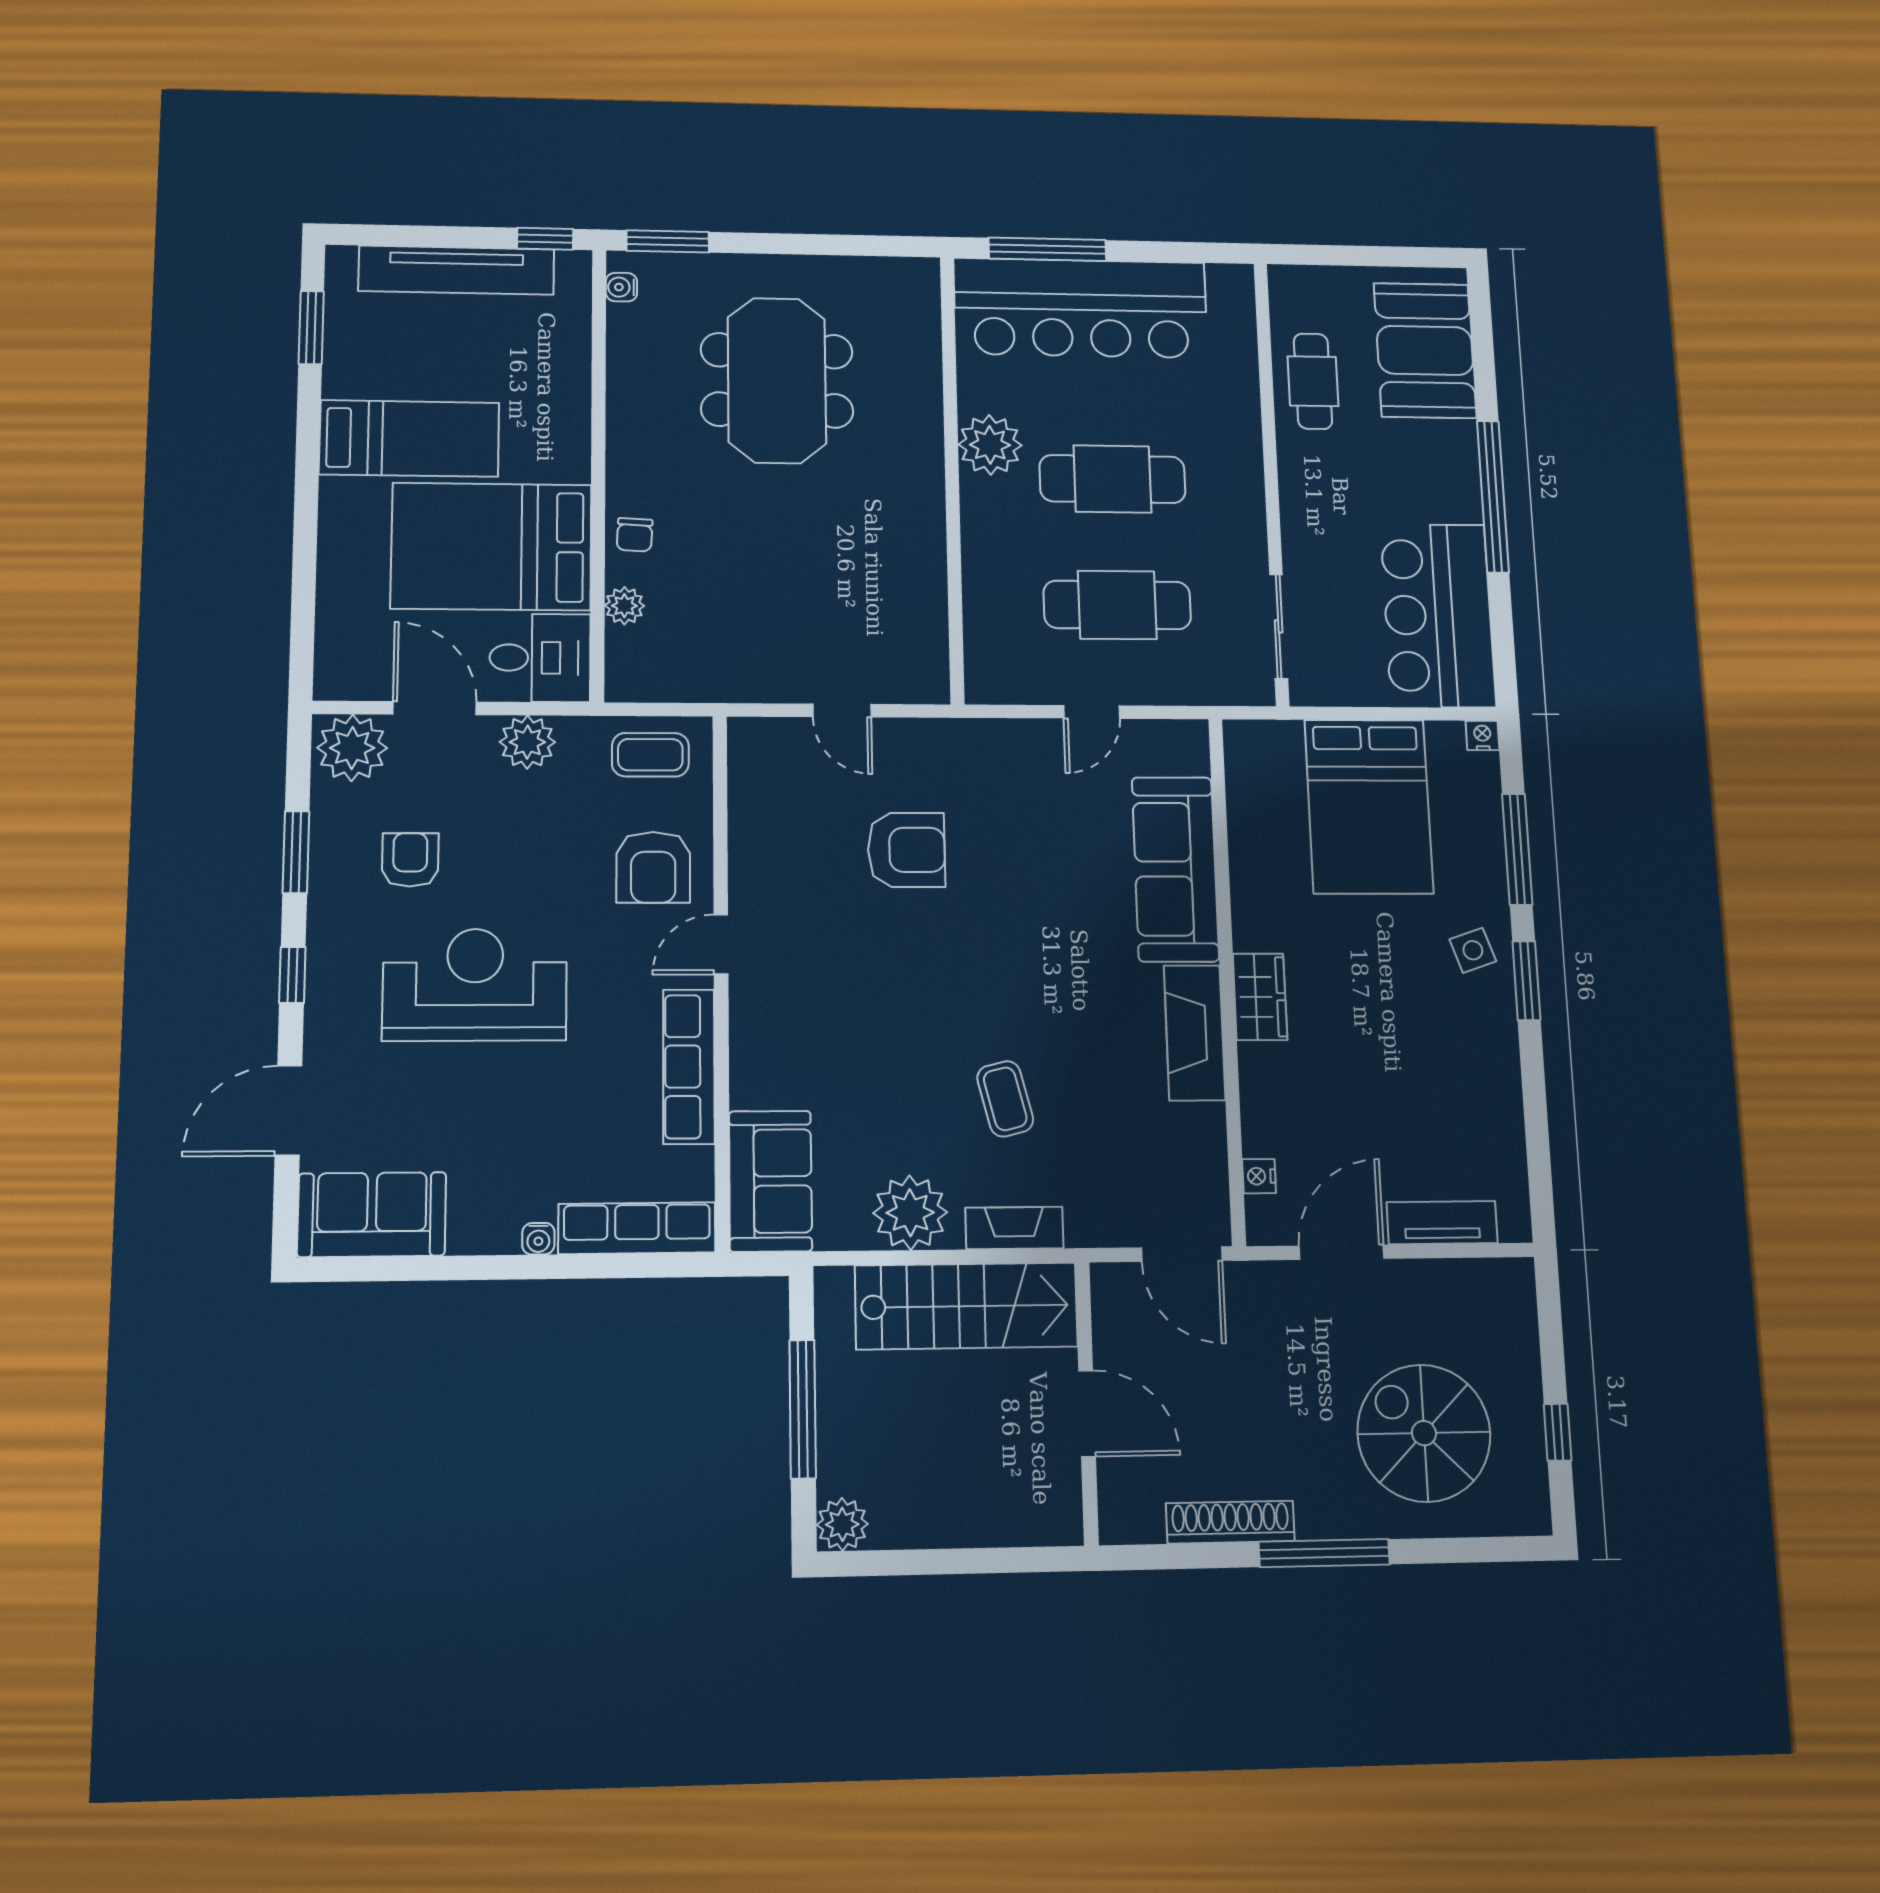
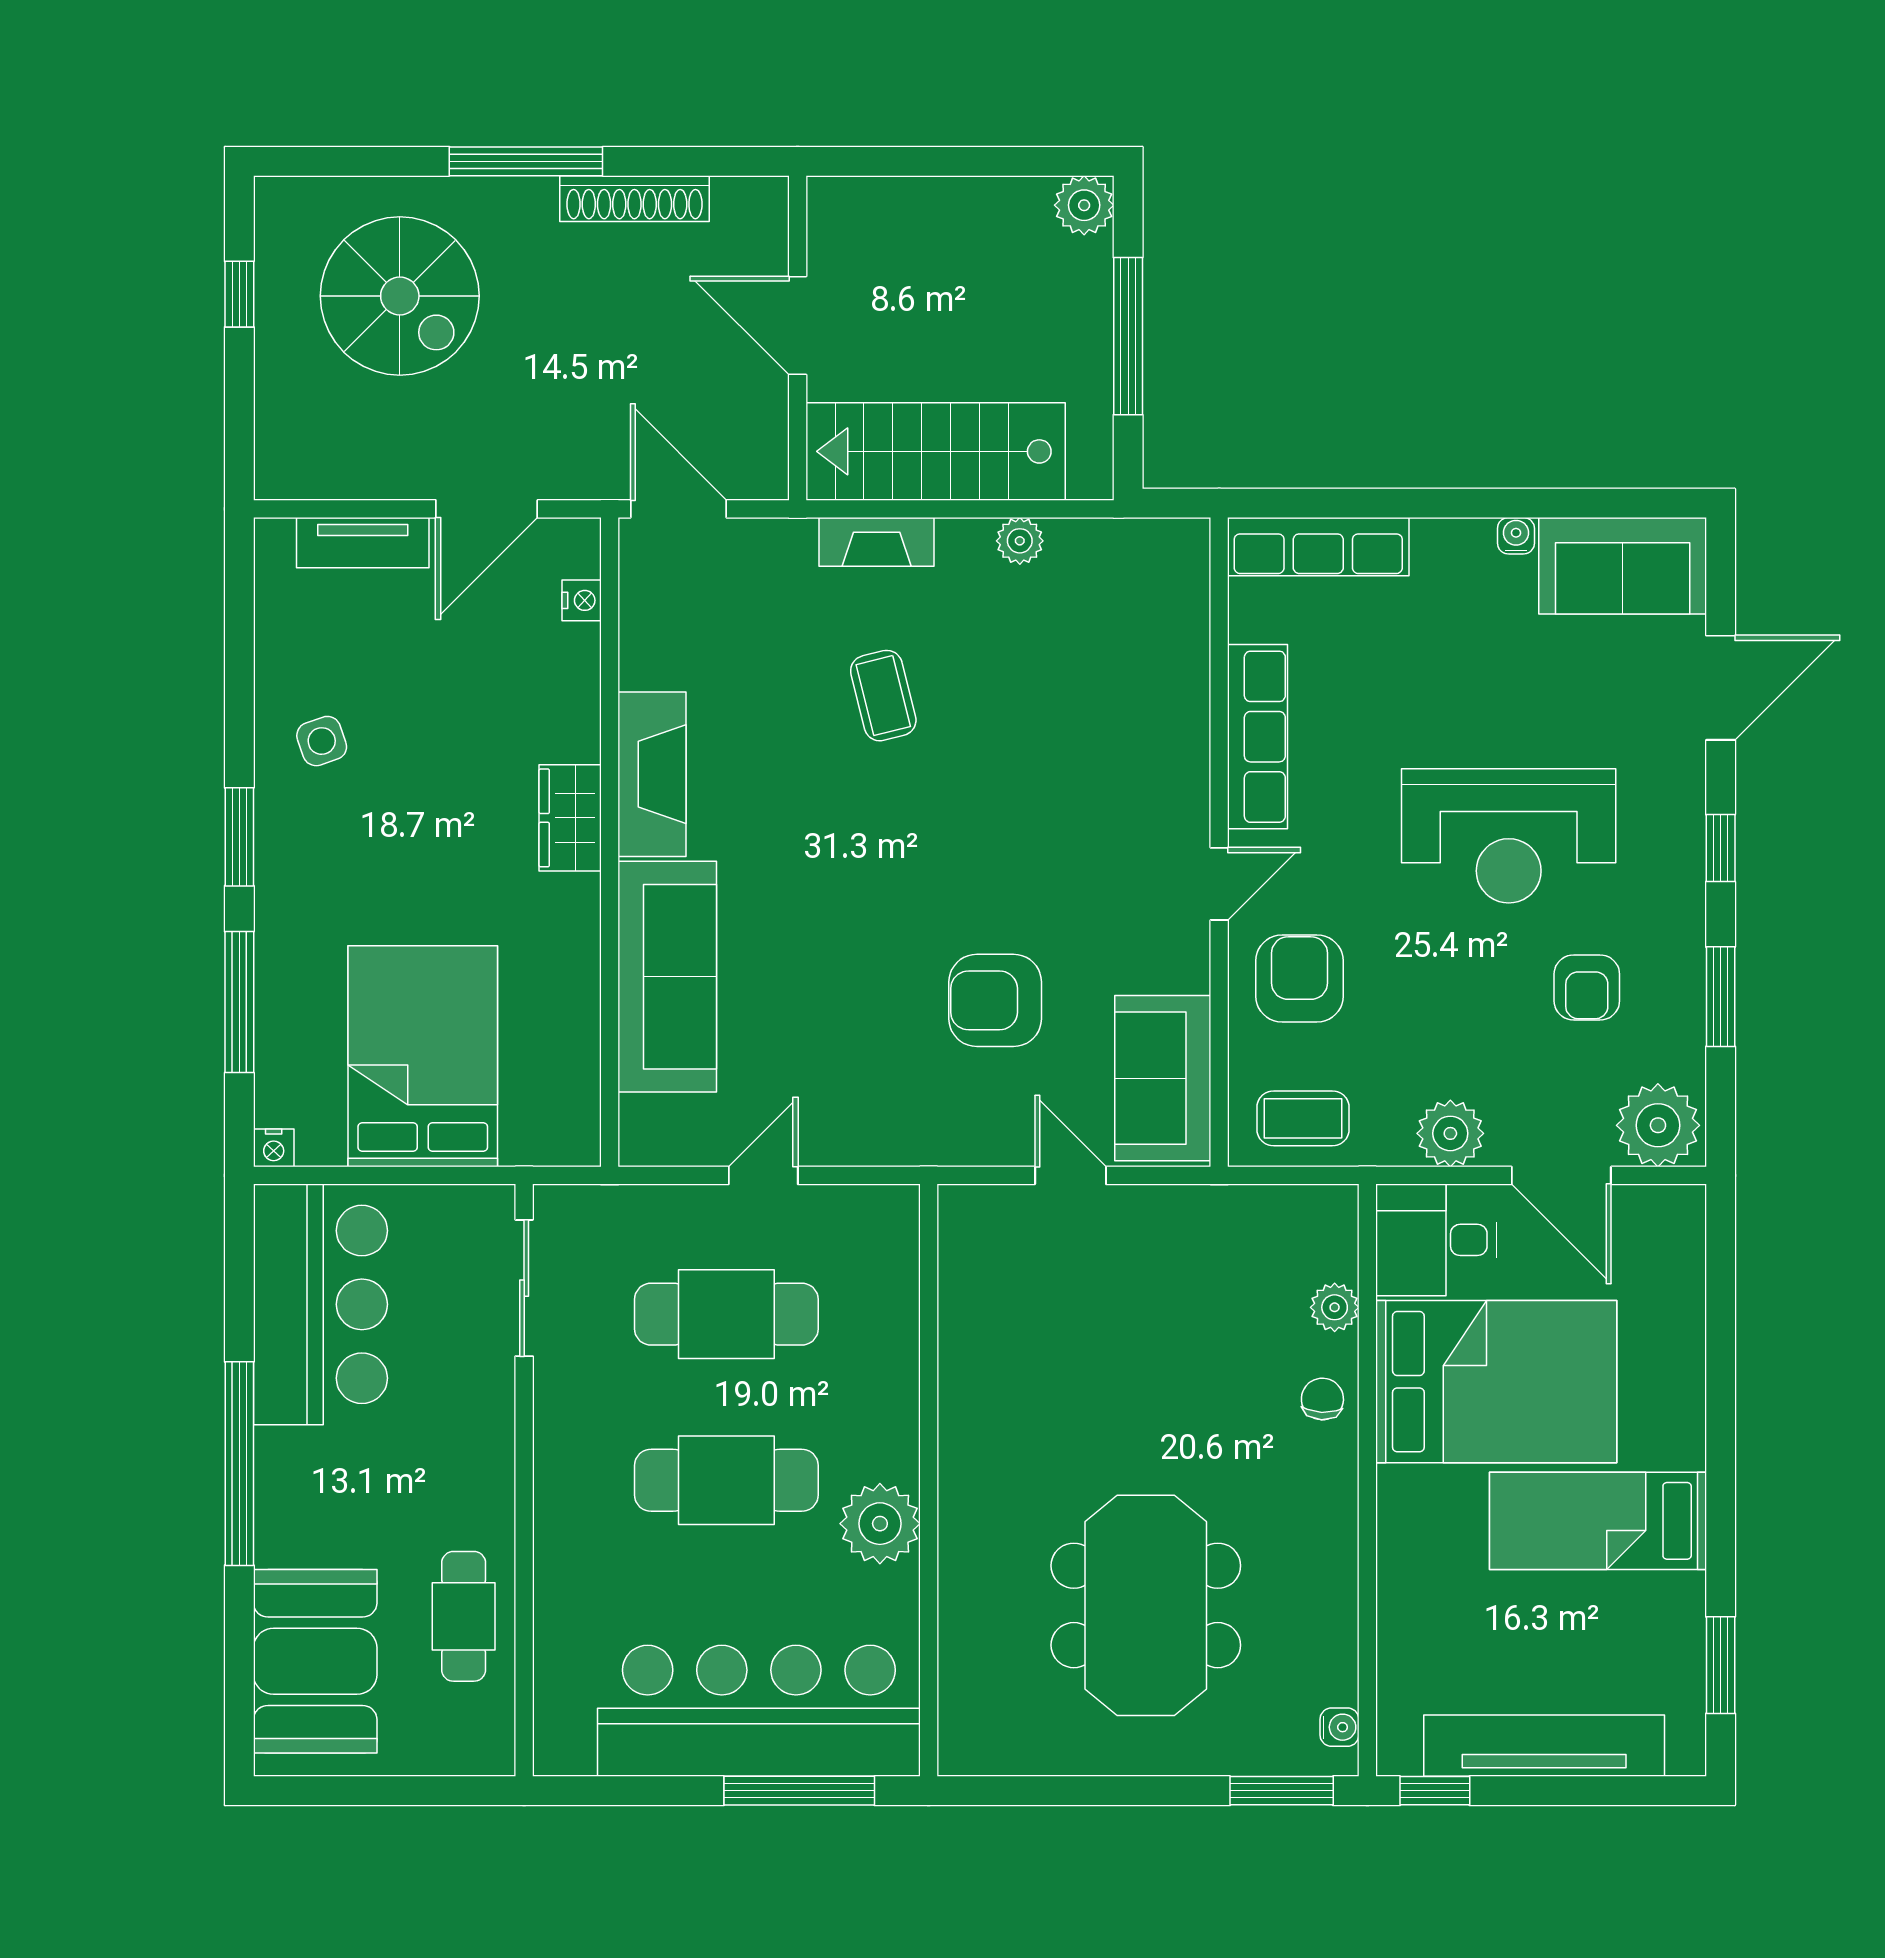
side table: (1473, 950) -> (322, 741), moved
sofa: (770, 1181) -> (1163, 1078), moved
plant: (910, 1213) -> (1020, 541), width x0.53, depth x0.53
water cooler: (538, 1239) -> (1516, 536), moved

